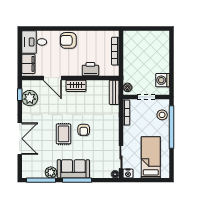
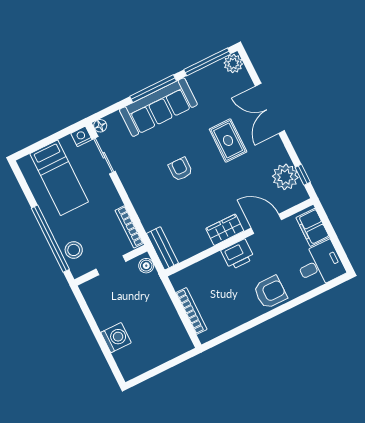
printer: (90, 69) -> (238, 255), moved
washing machine: (163, 80) -> (116, 338), moved
rug: (64, 134) -> (228, 140), moved
sofa: (73, 169) -> (158, 107), width x1.36
plant: (51, 172) -> (233, 64), moved

